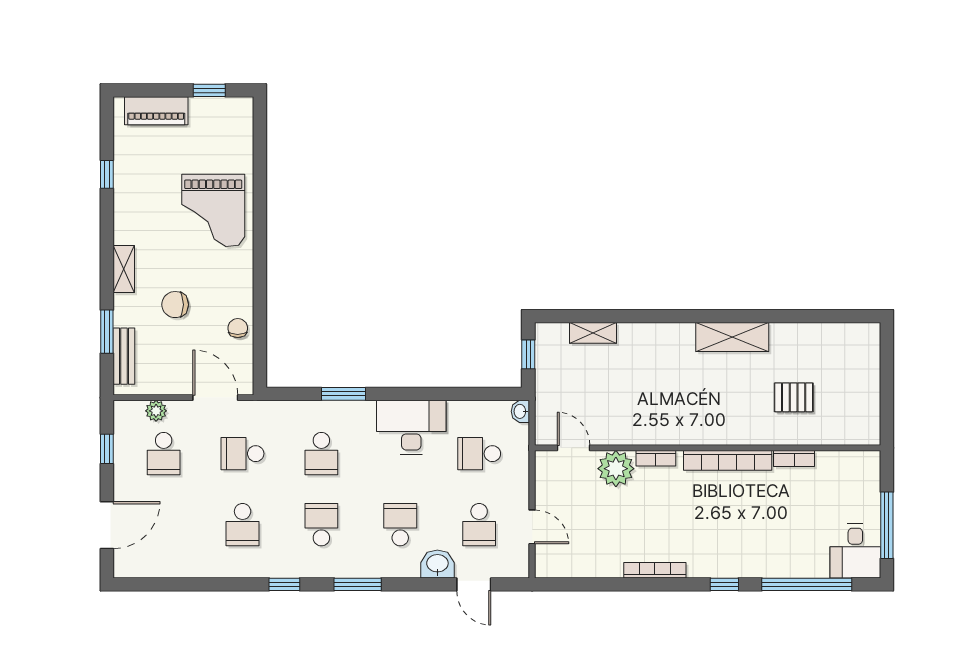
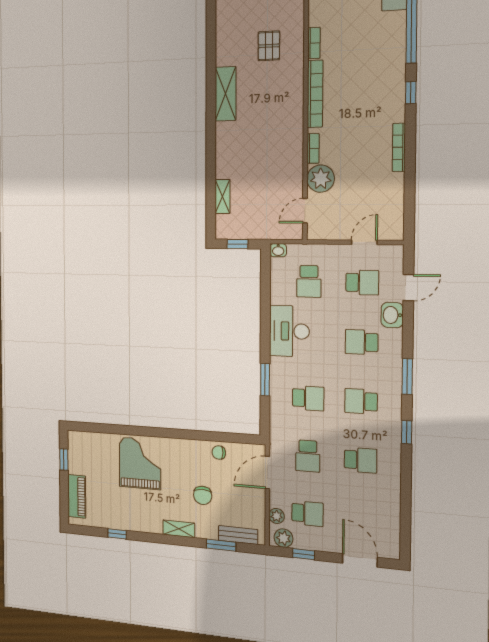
grand piano: (213, 210) -> (140, 463), turned -90
plant: (126, 421) -> (283, 538), added

